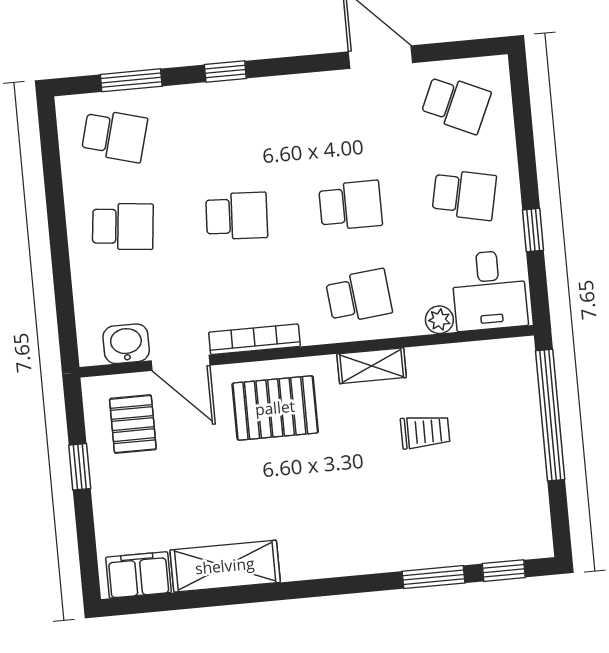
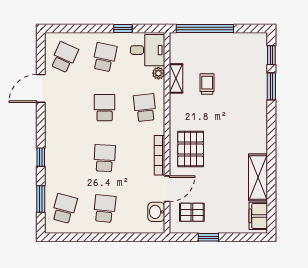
shelving: (372, 366) -> (176, 78), moved

